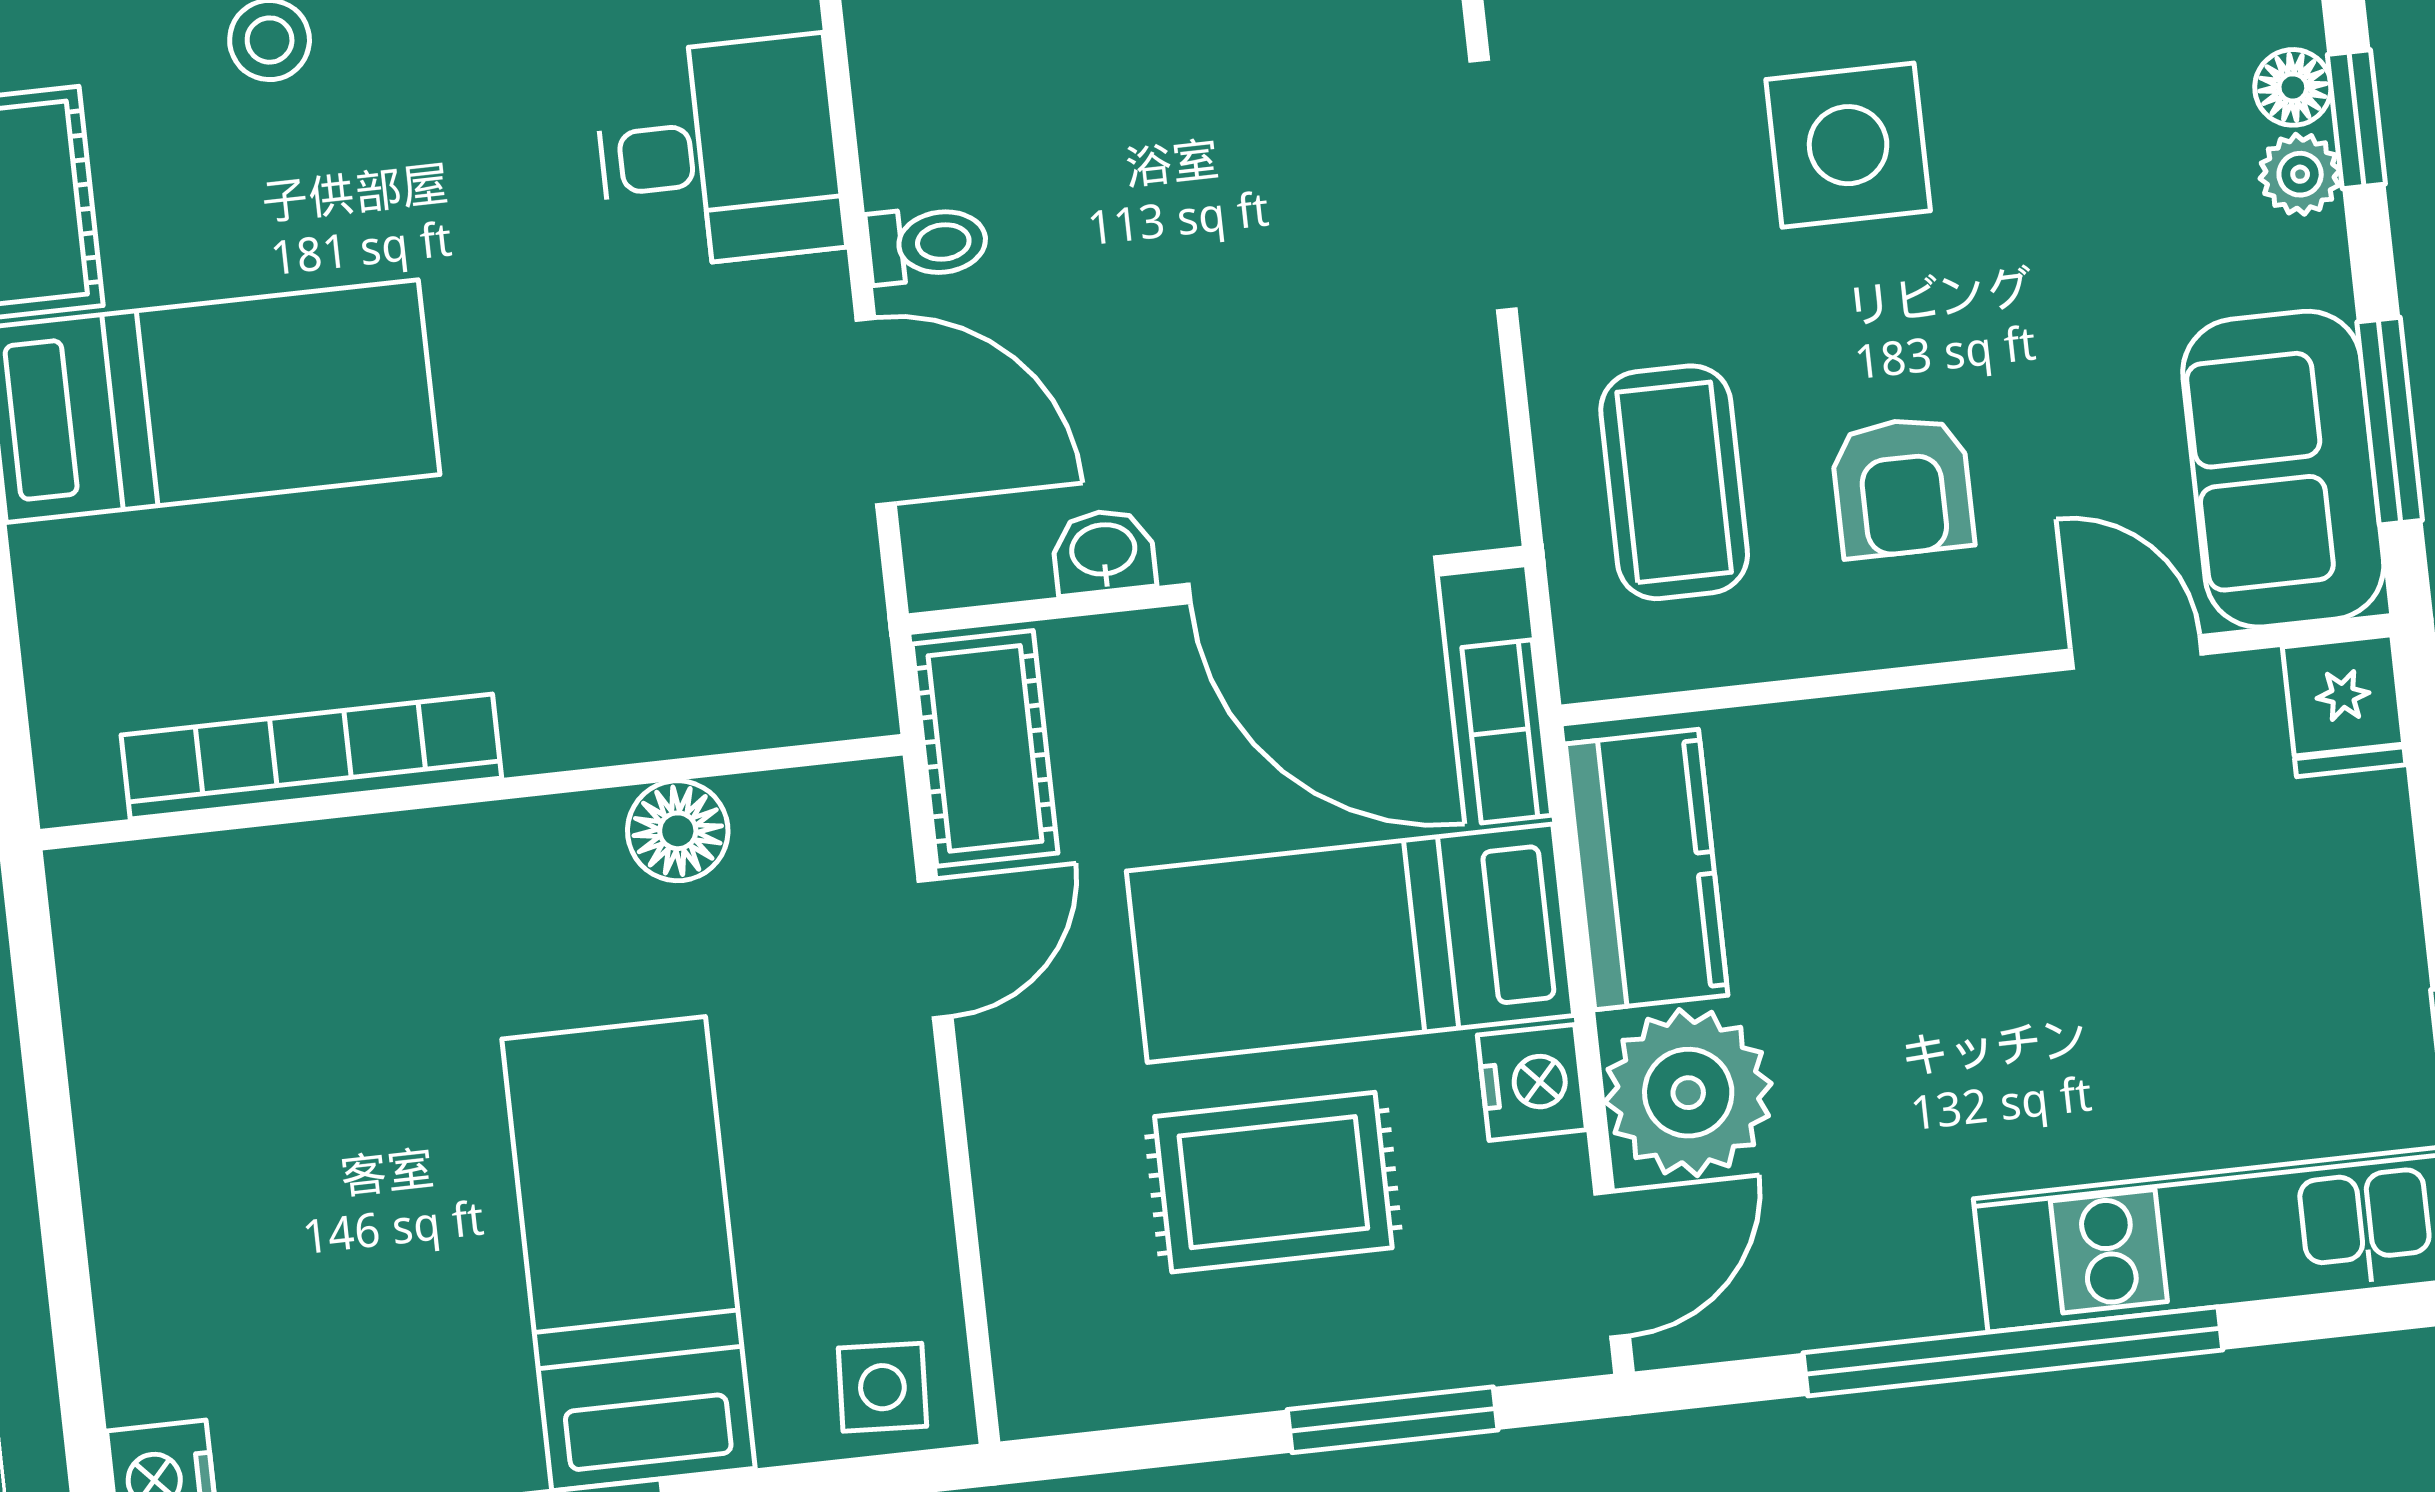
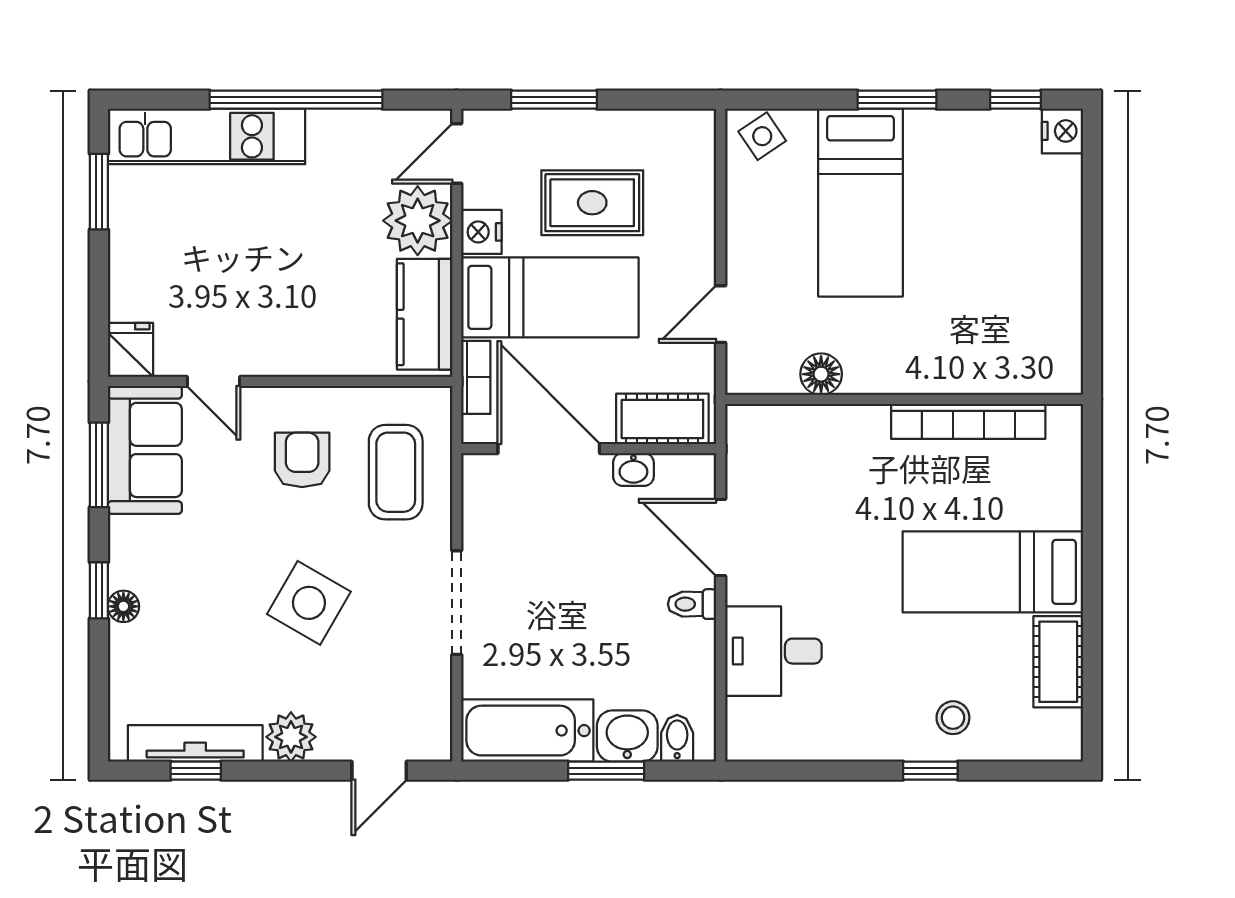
side table: (1848, 145) -> (309, 603), turned 30
plant: (2300, 174) -> (124, 570), removed
cot: (985, 748) -> (662, 419), moved, turned 90
side table: (882, 1387) -> (762, 136), turned -37

